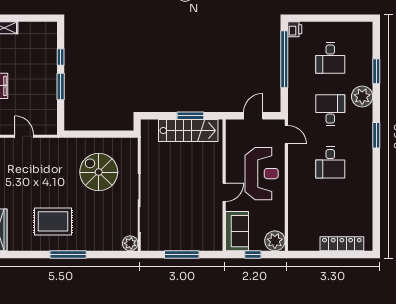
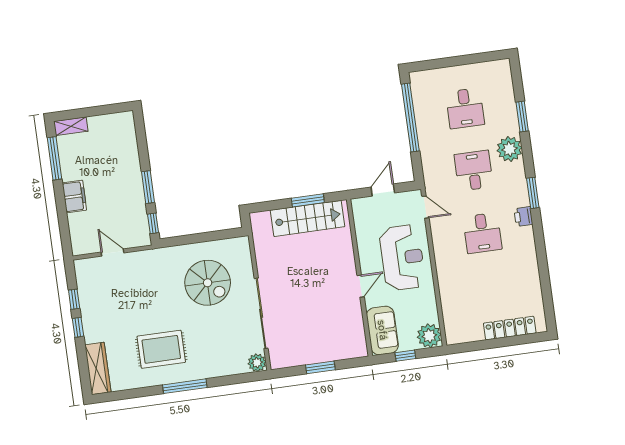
printer: (295, 29) -> (523, 217), moved, turned 180
window: (61, 57) -> (153, 223), moved
spiral stairs: (99, 172) -> (208, 283), turned 180
window: (182, 254) -> (320, 367), width x0.69

